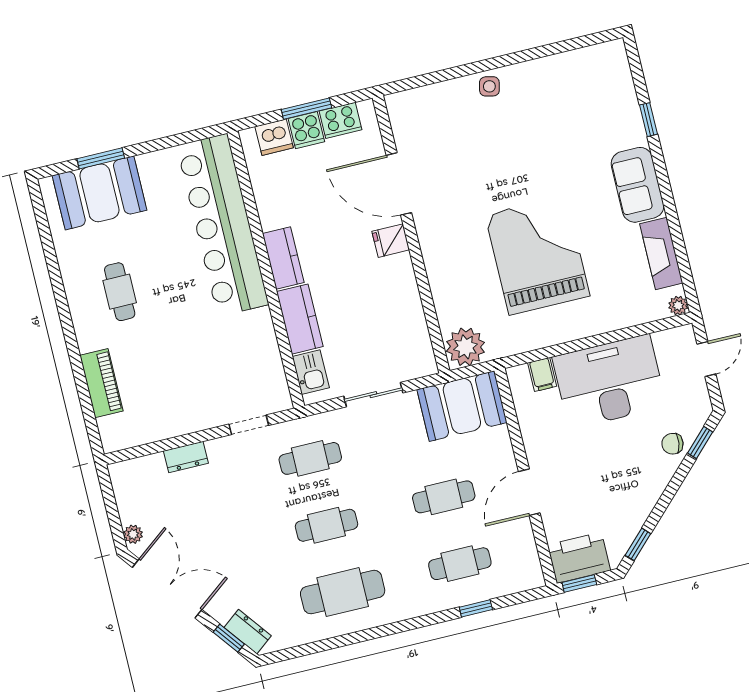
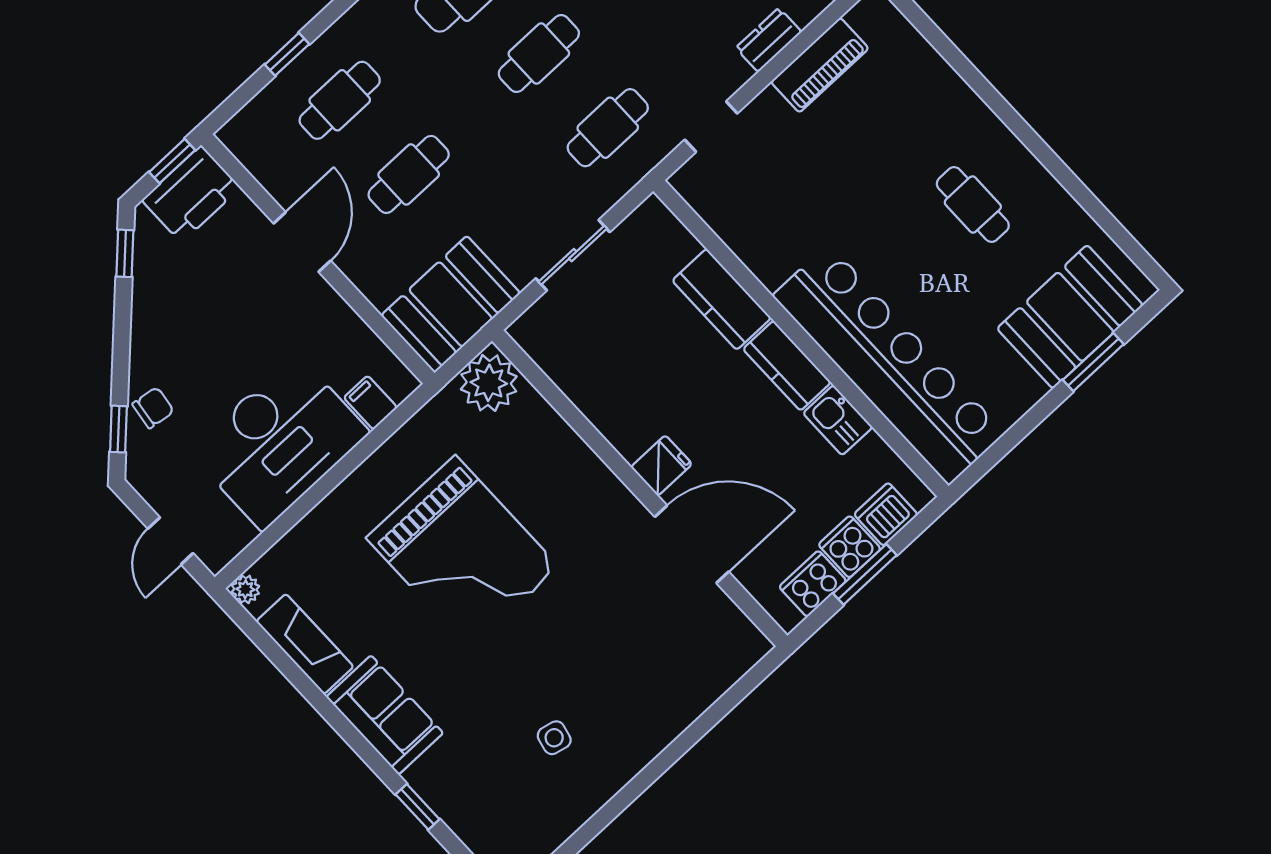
side table: (489, 86) -> (554, 738), moved
kitchen sink: (311, 372) -> (838, 420), moved
piano: (101, 383) -> (820, 65), moved, turned -90

